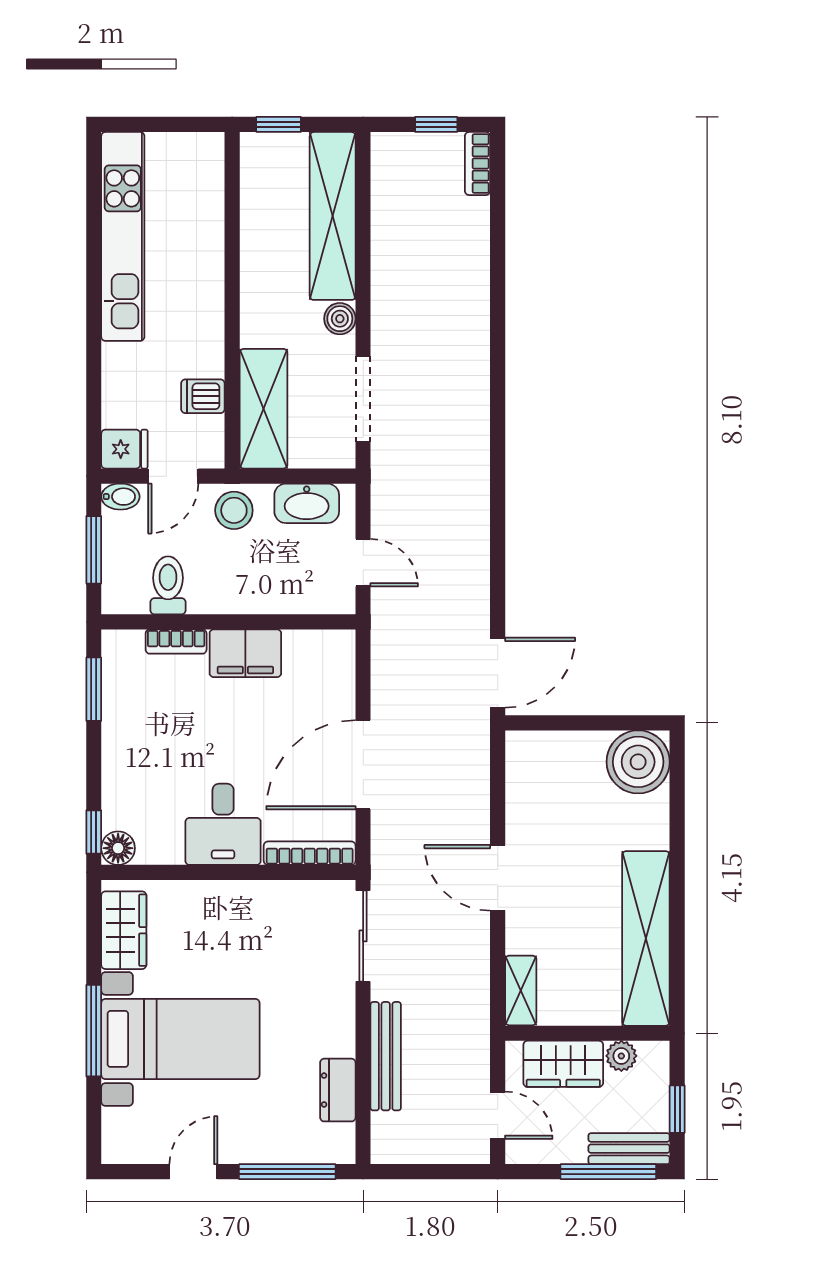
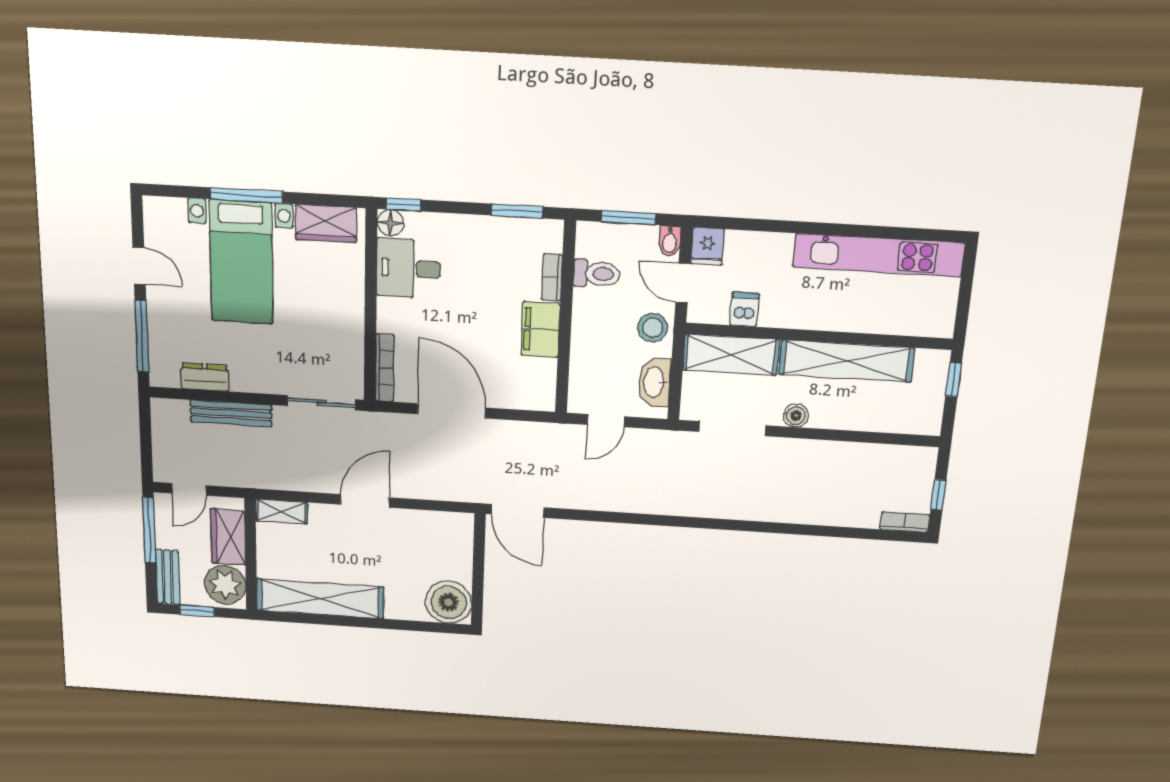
shelving: (333, 216) -> (846, 361), moved
desk: (223, 824) -> (408, 268), moved
plant: (621, 1056) -> (225, 585), width x1.88, depth x1.88
window: (608, 1172) -> (149, 530), moved

